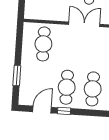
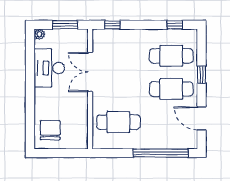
window: (17, 76) -> (161, 153), width x2.11
window: (64, 111) -> (202, 75), moved

